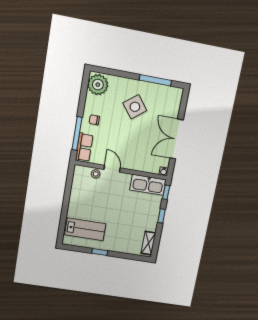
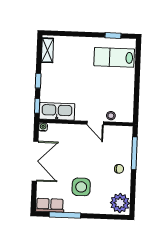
side table: (135, 107) -> (81, 187), turned 38
row of seats: (84, 147) -> (50, 205), moved, turned 90
window: (100, 252) -> (113, 36), moved

